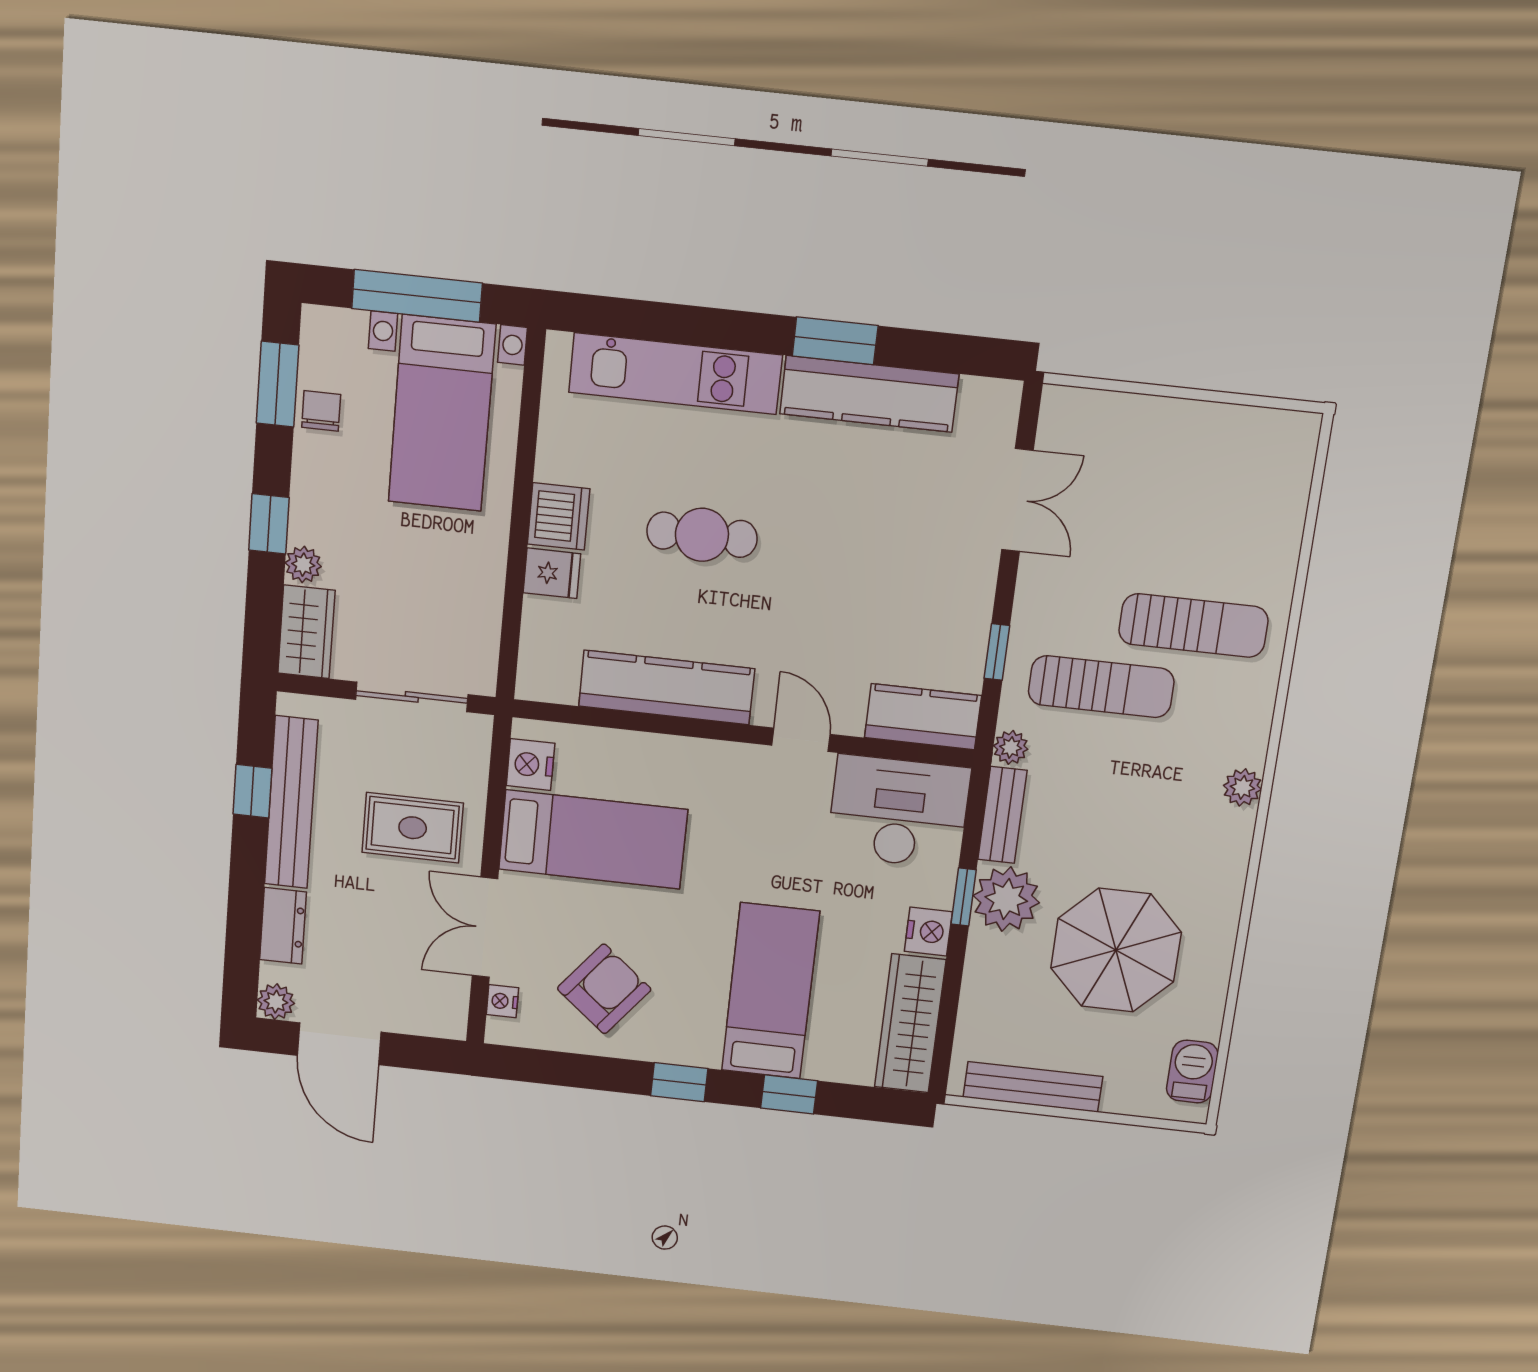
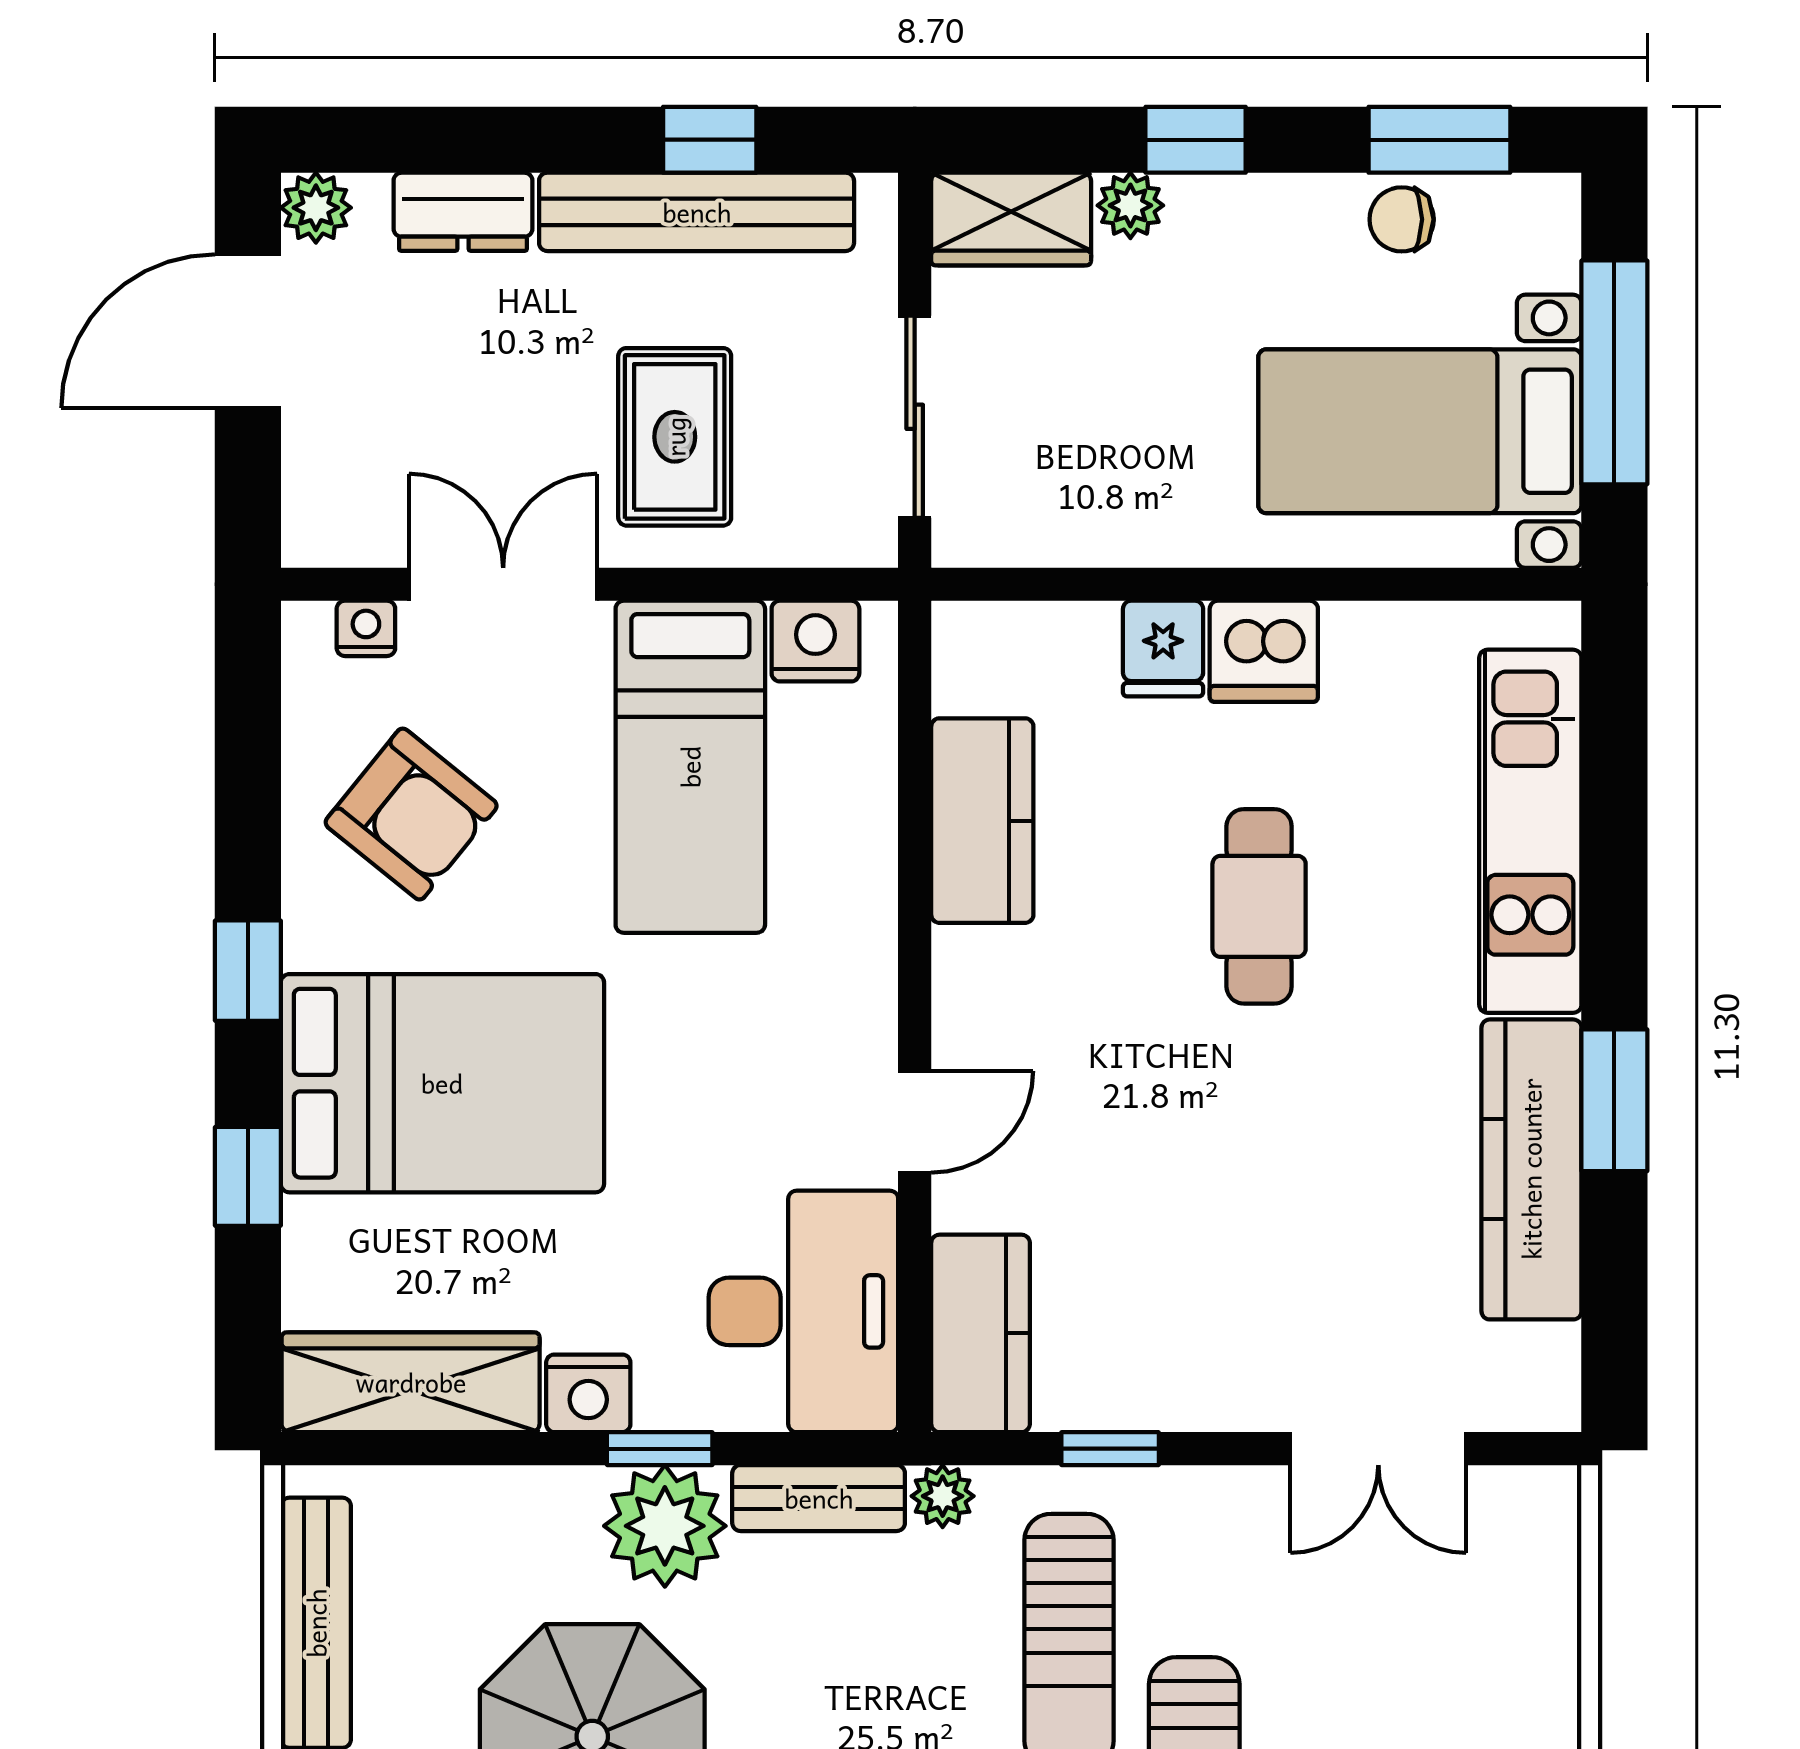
chair: (321, 411) -> (1402, 219), turned 180
kitchen counter: (667, 687) -> (982, 821), width x0.67
bed: (770, 991) -> (442, 1083), width x1.50

